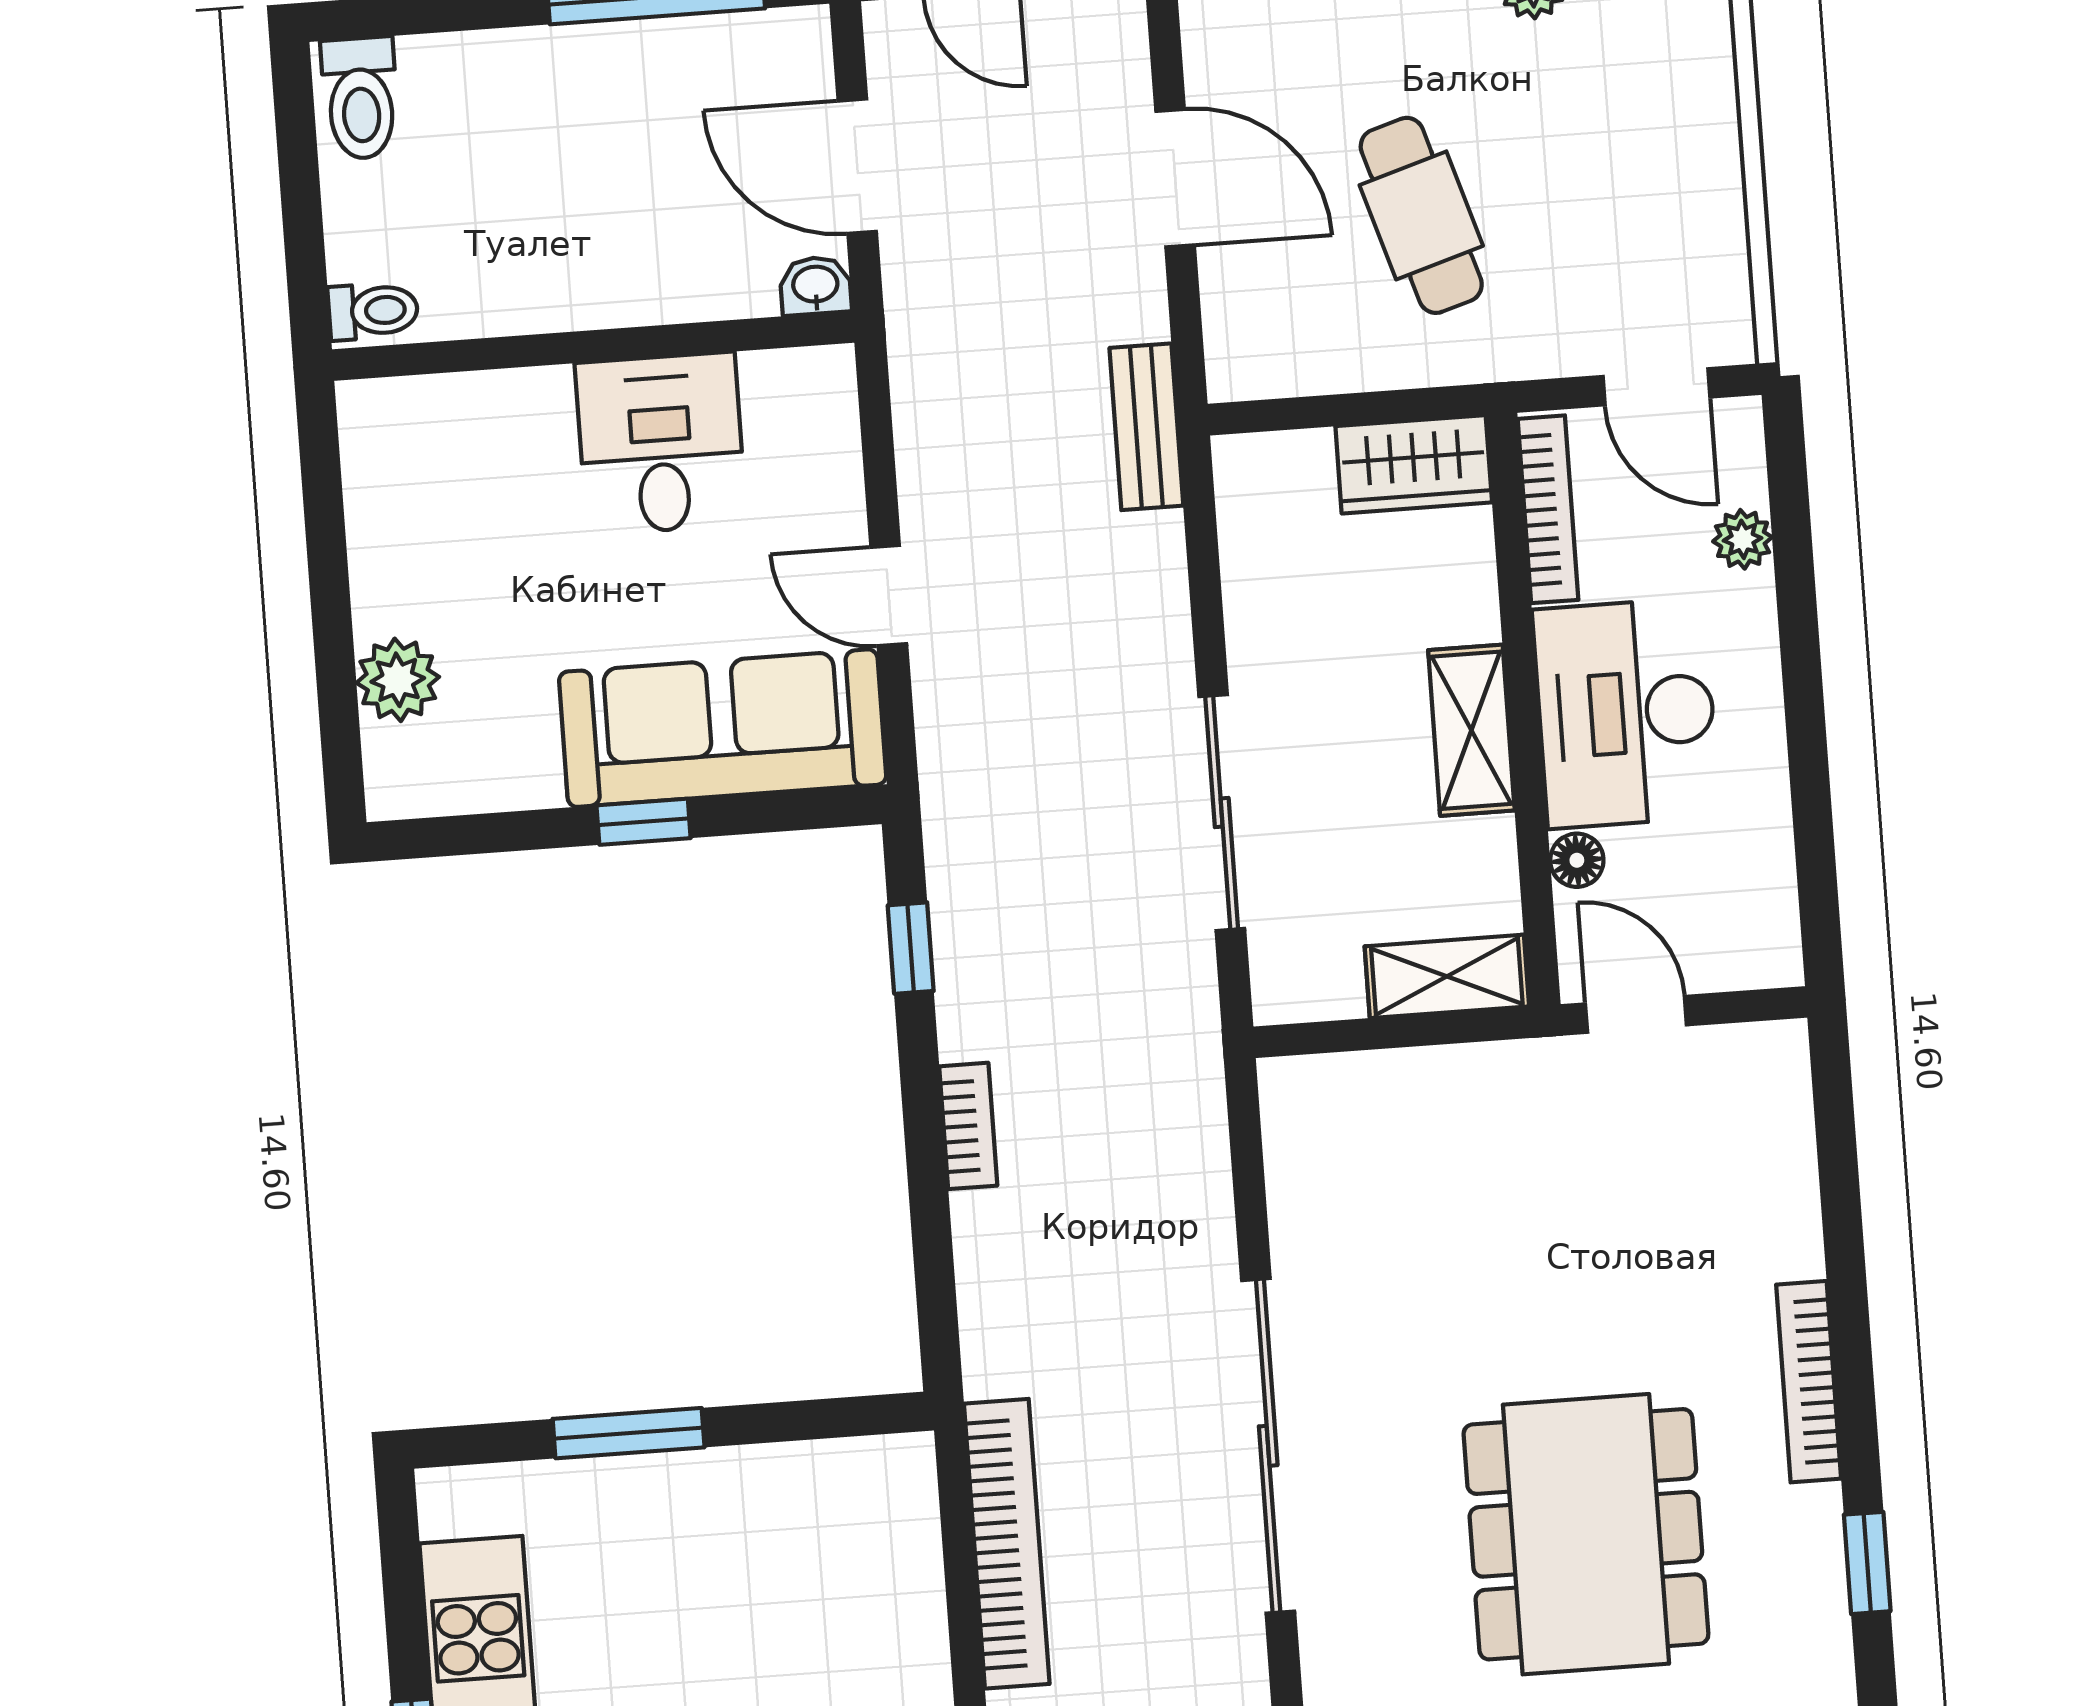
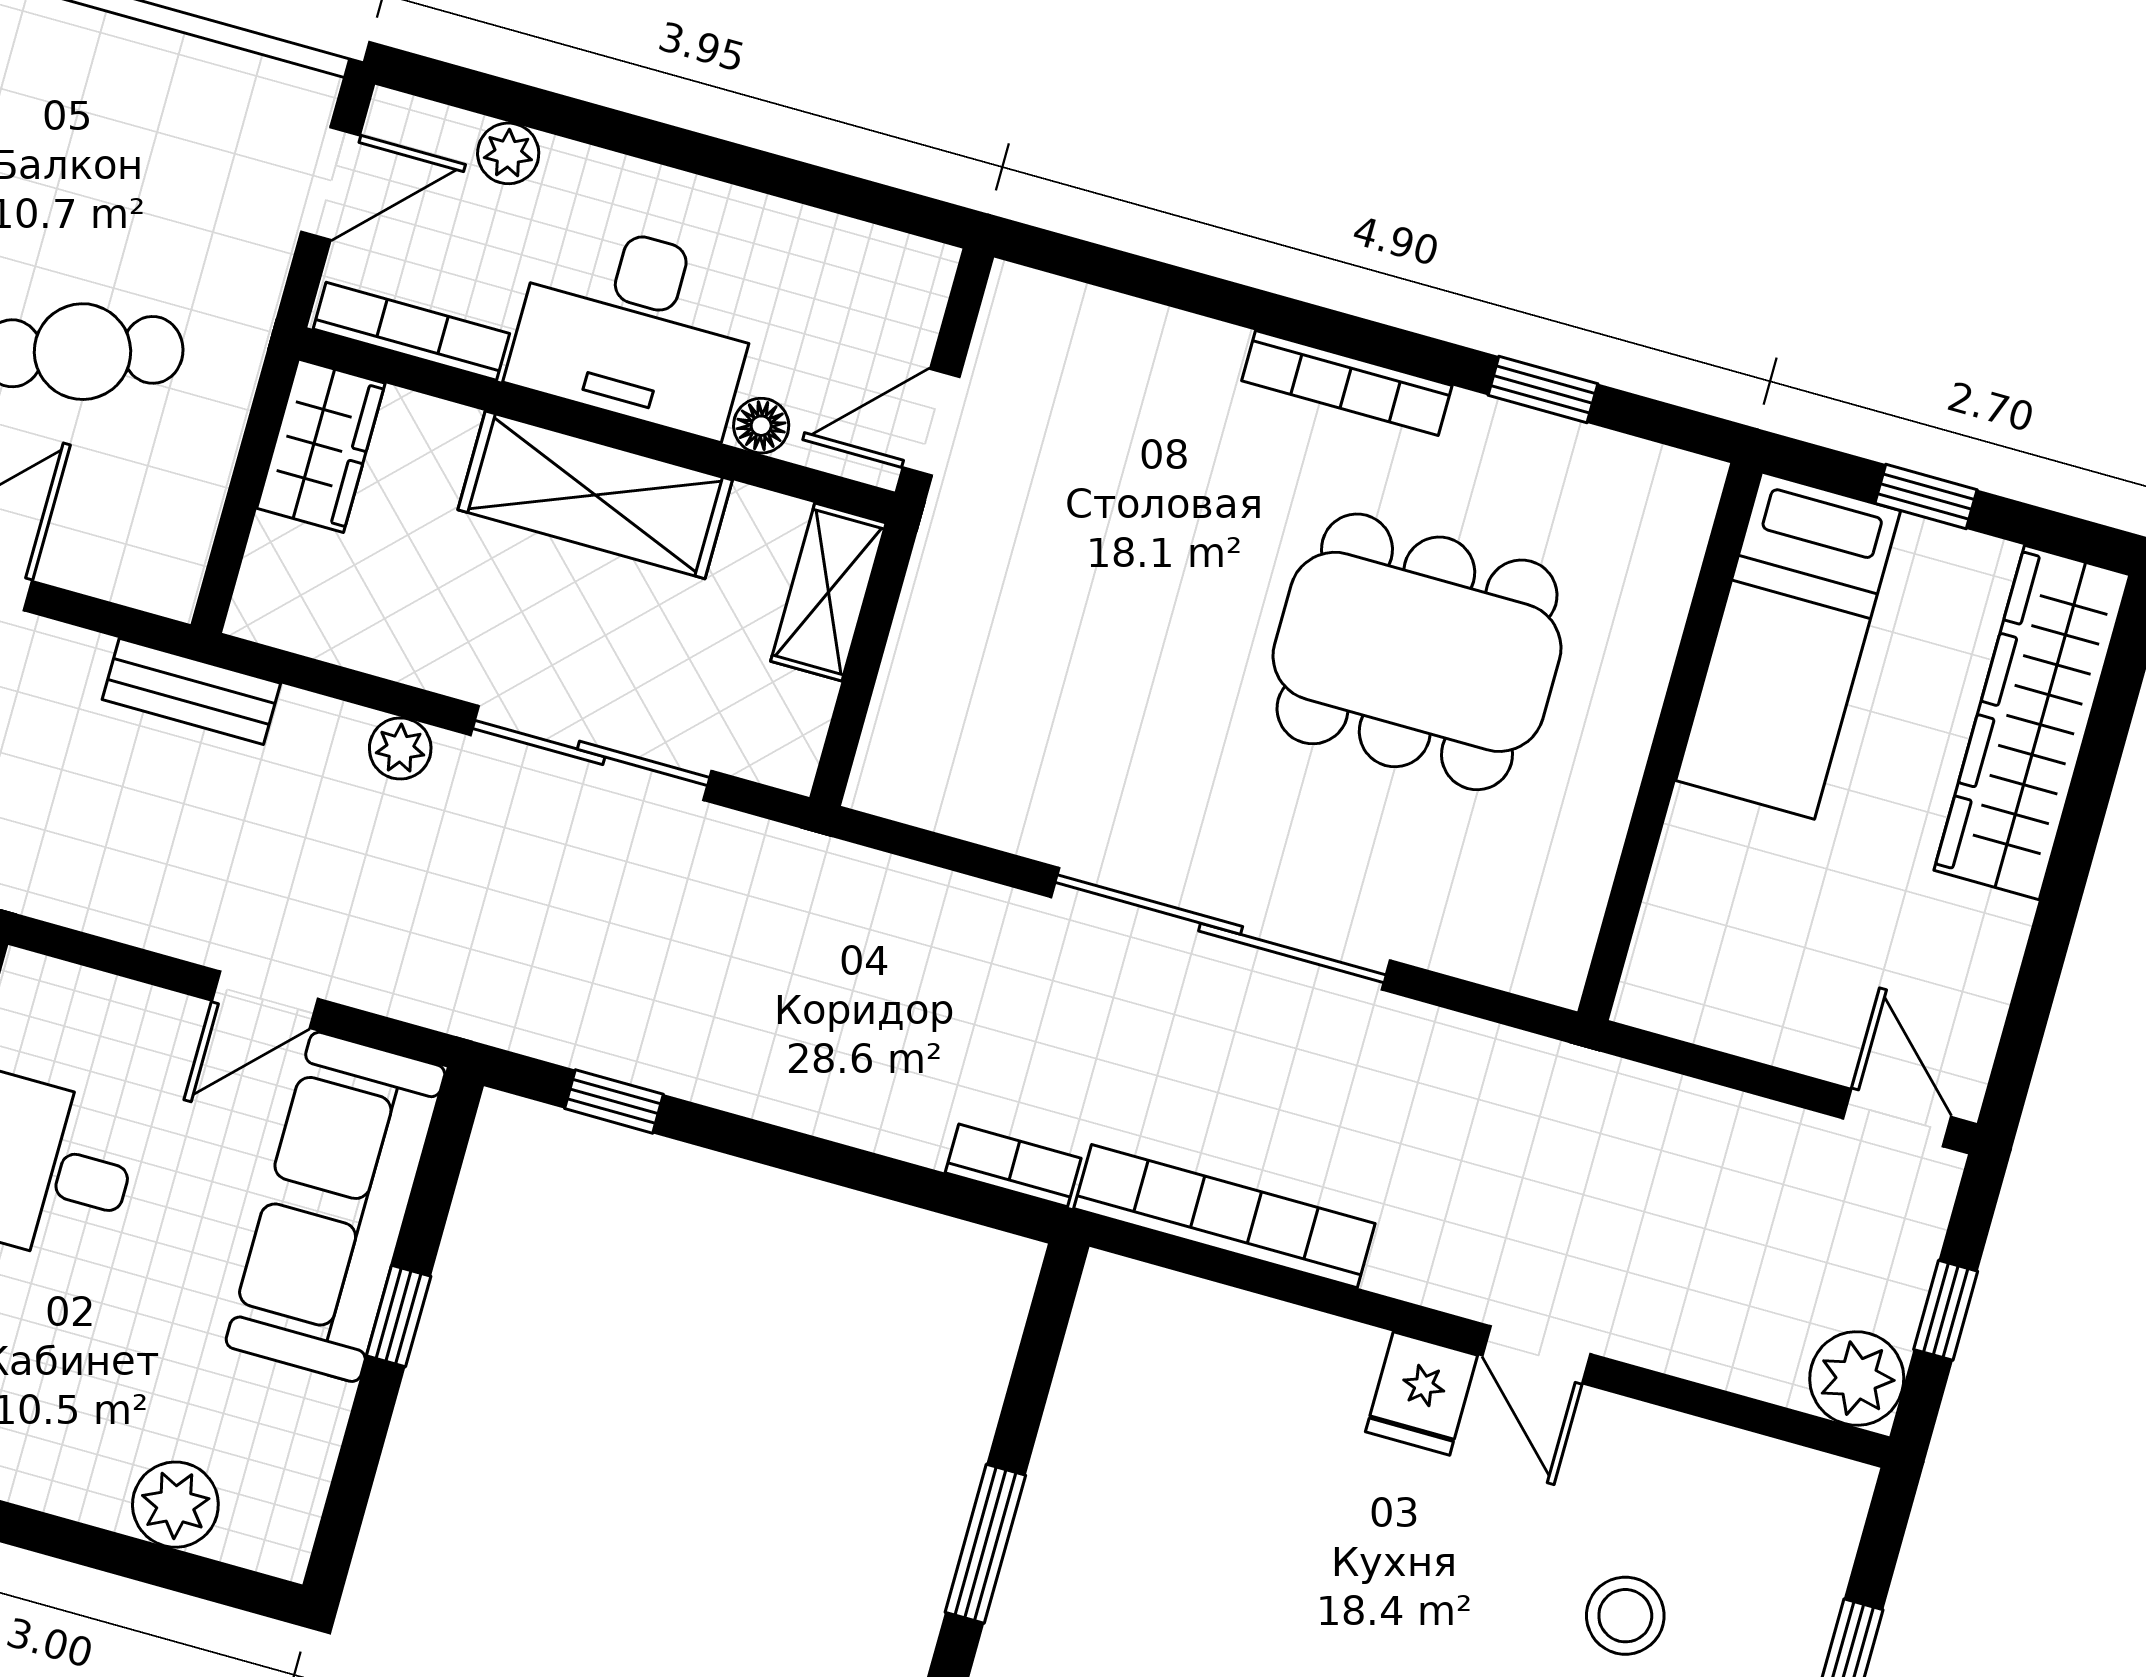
plant: (1163, 636) -> (400, 748), added
shelving: (1471, 730) -> (595, 495), width x1.50, depth x1.33
bookcase: (968, 1126) -> (1013, 1165), moved

